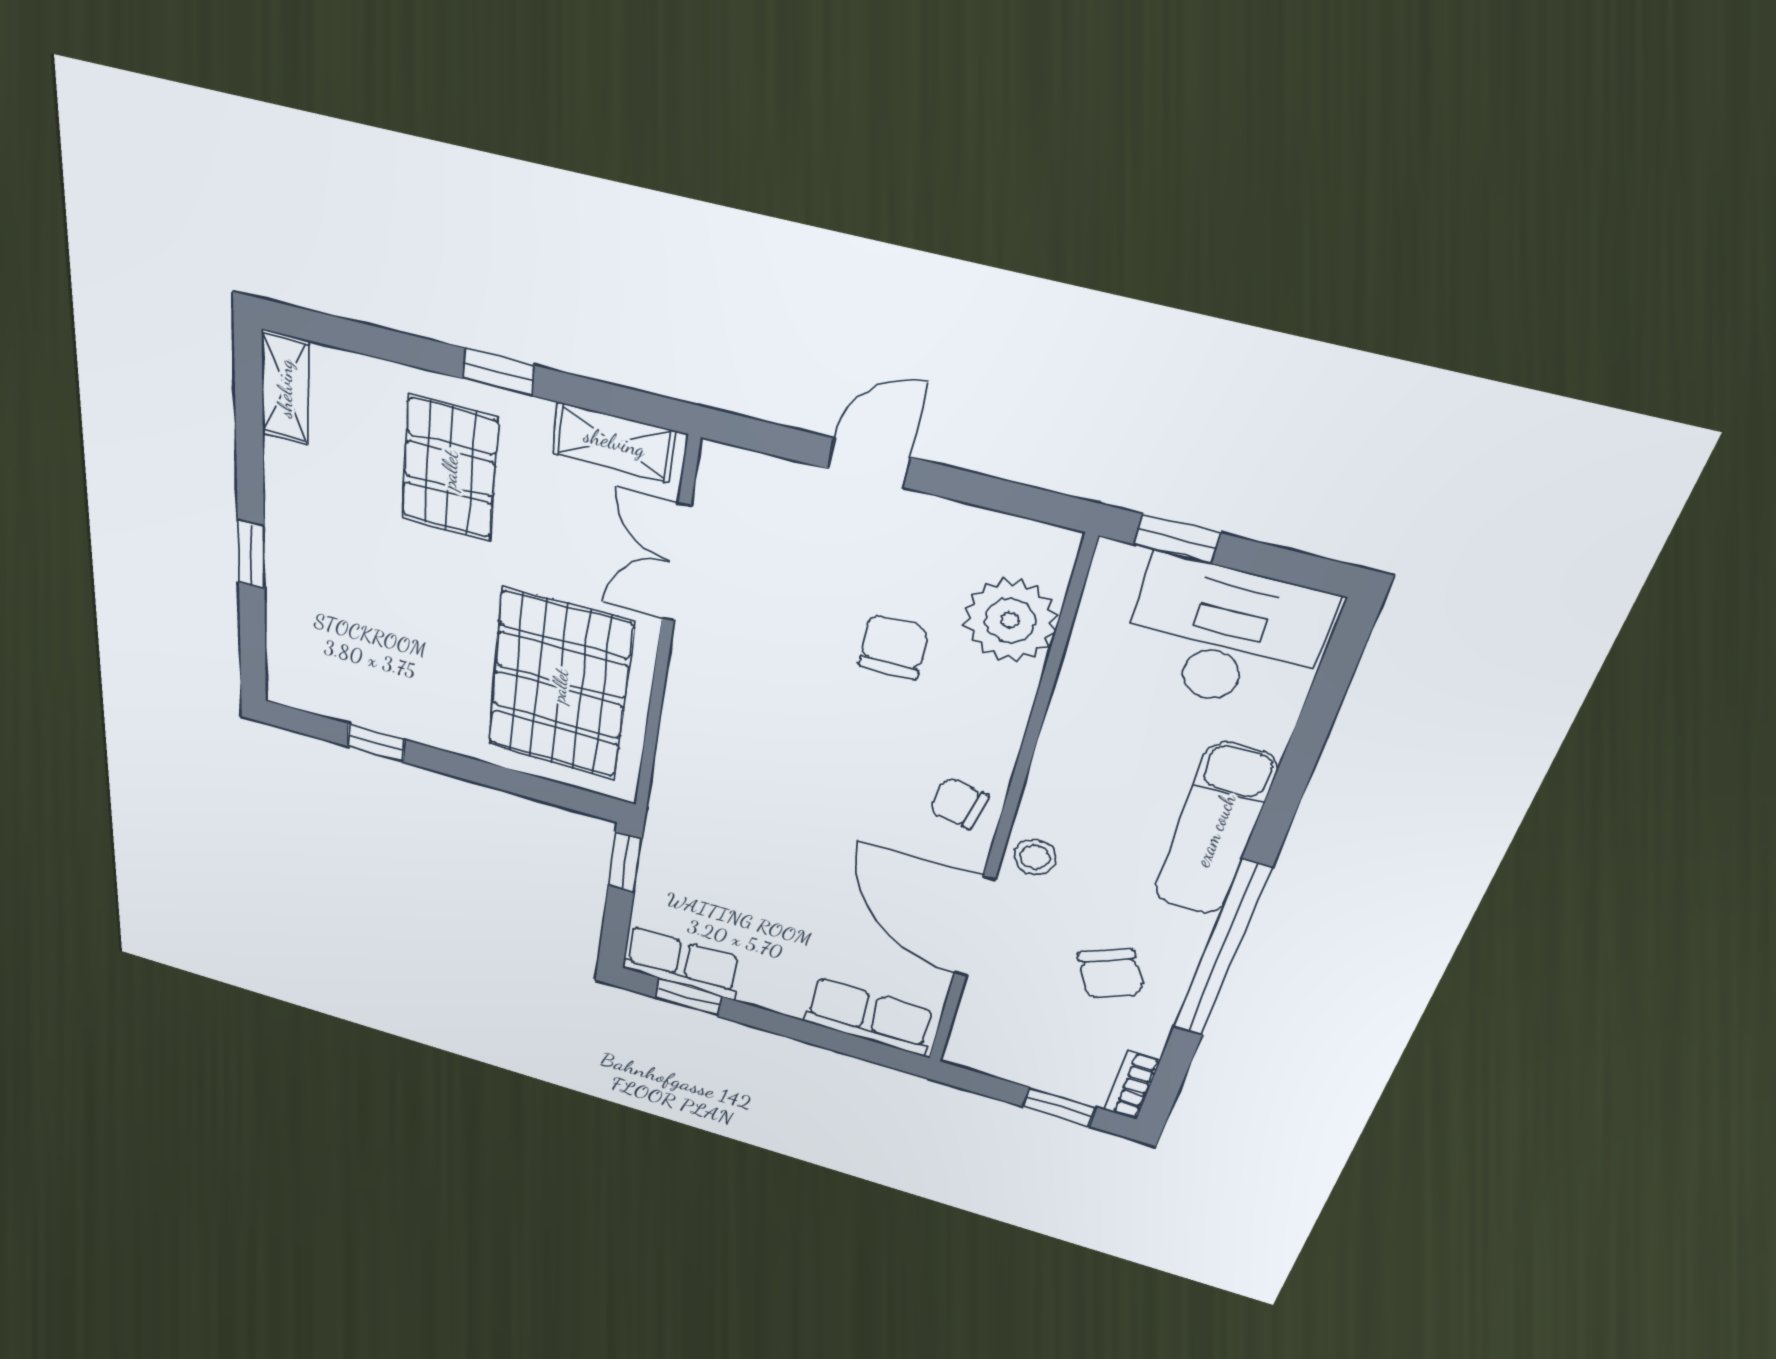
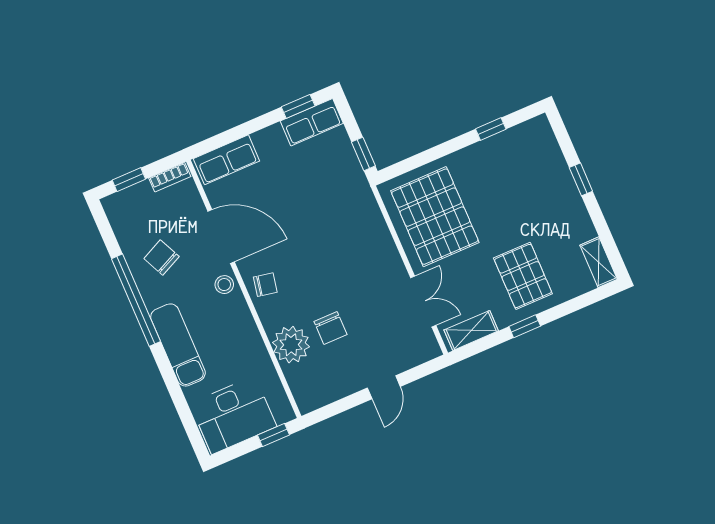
plant: (1010, 620) -> (291, 345), moved
bookcase: (1132, 1085) -> (170, 177), moved, turned 90

